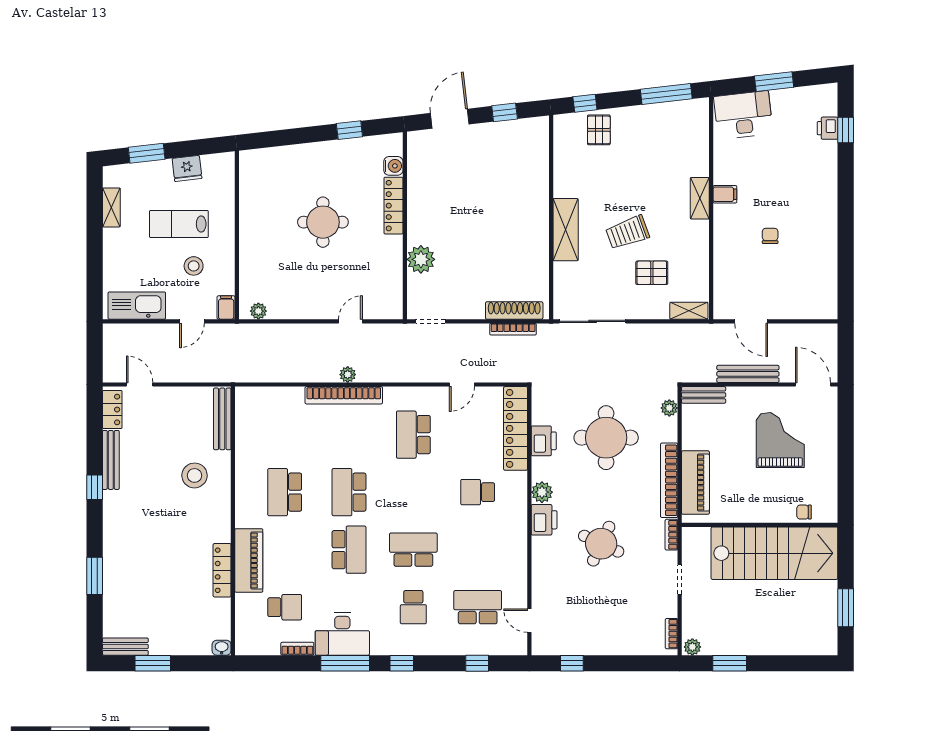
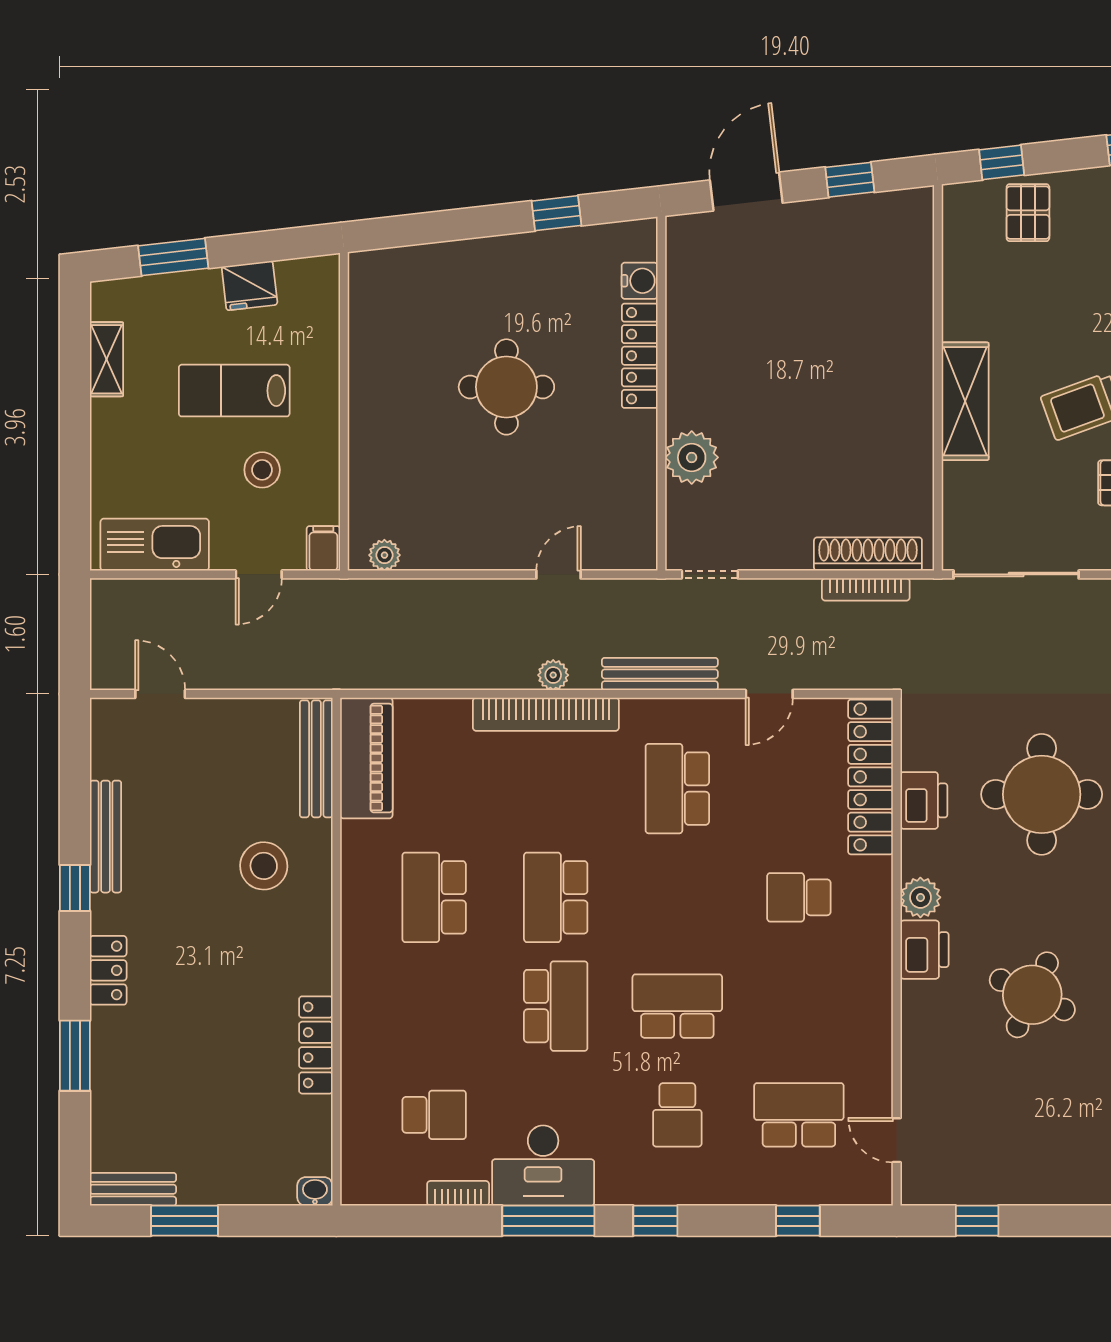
bench: (404, 374) -> (660, 674), added
locker: (112, 410) -> (108, 970), moved
piano: (249, 560) -> (366, 758), moved

